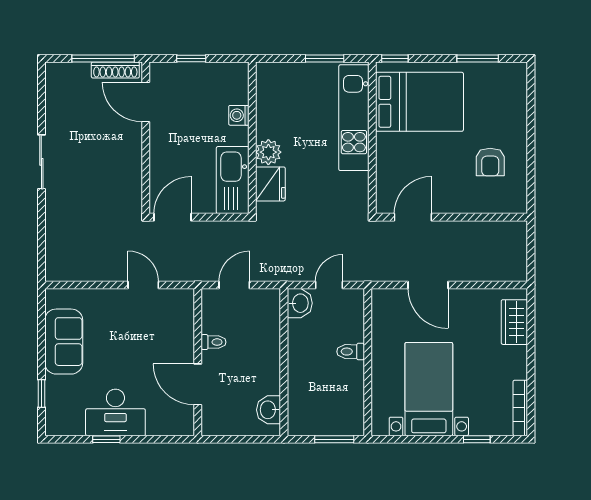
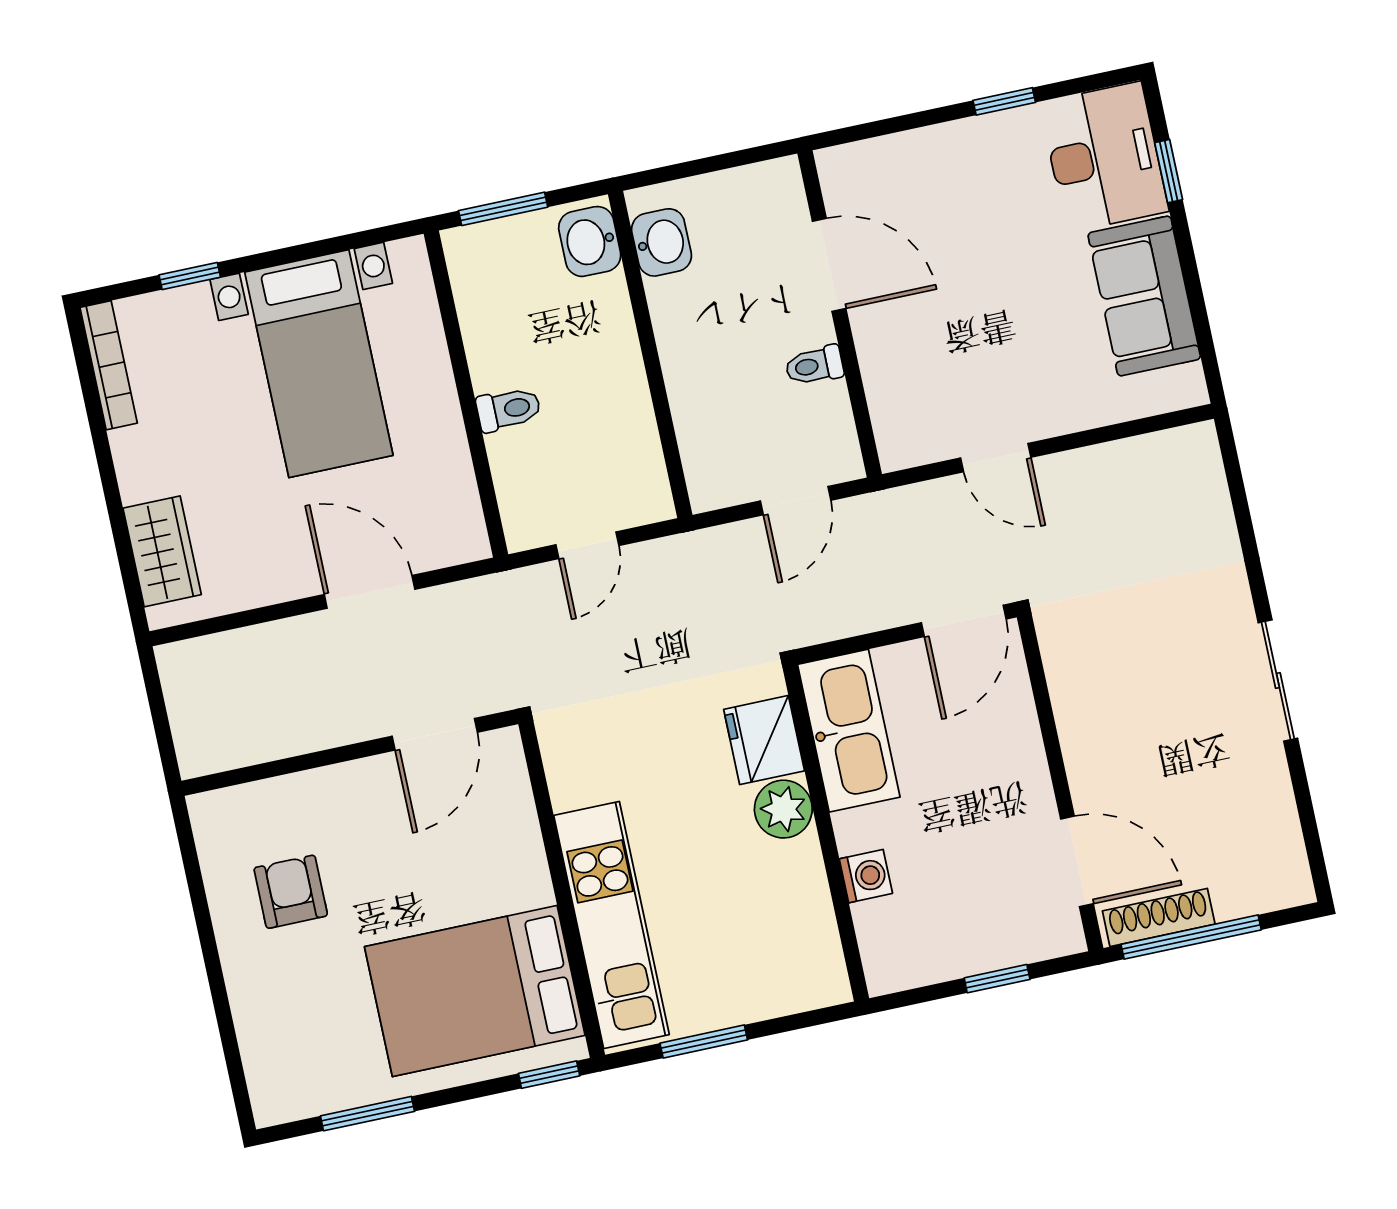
washbasin: (300, 303) -> (590, 241), moved
desk: (115, 412) -> (1104, 157), moved, turned 90

